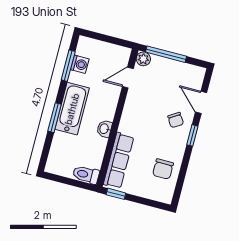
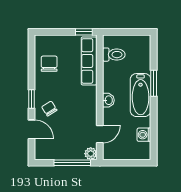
window: (68, 66) -> (154, 131), removed
washbasin: (104, 129) -> (108, 100), moved
toilet: (86, 175) -> (114, 55), moved

